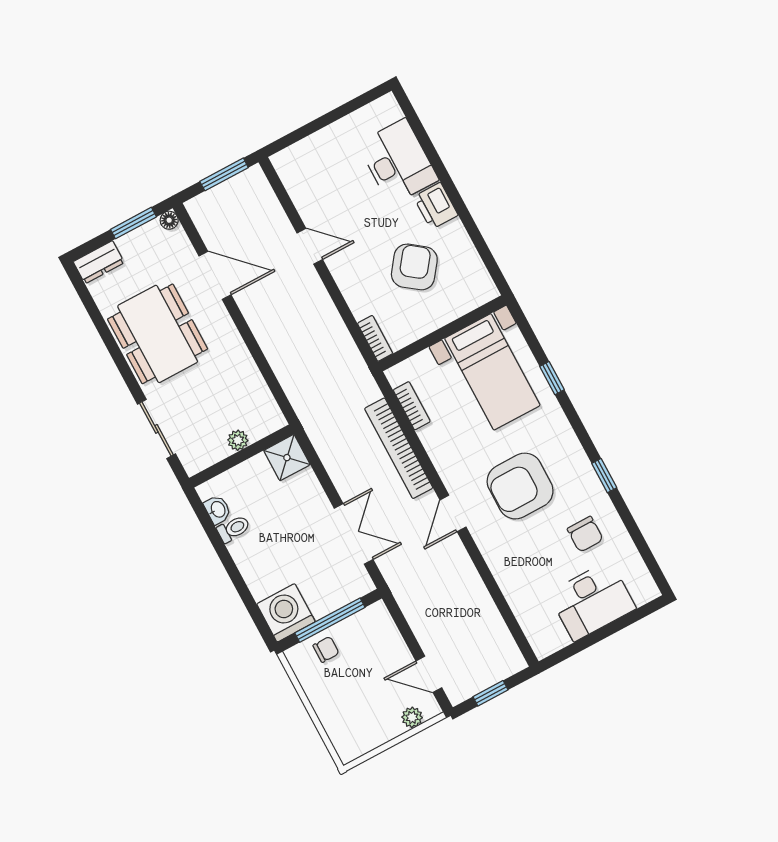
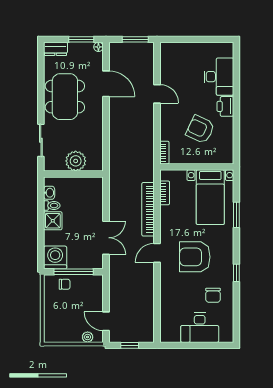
armchair: (414, 267) -> (200, 129), turned -102
window: (552, 378) -> (236, 215), width x1.50
plant: (238, 440) -> (76, 161), width x1.87, depth x1.87
shower: (287, 458) -> (53, 221), moved

